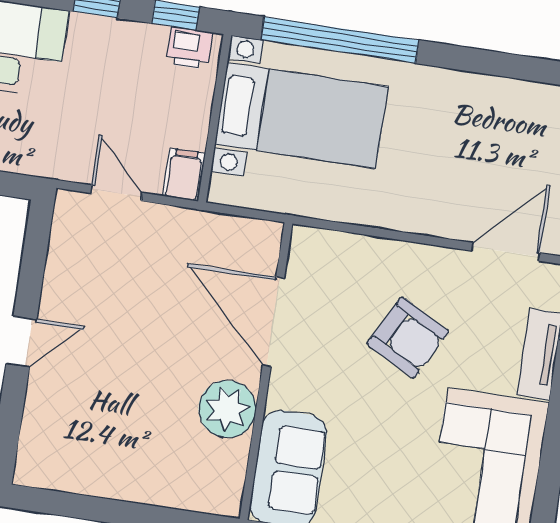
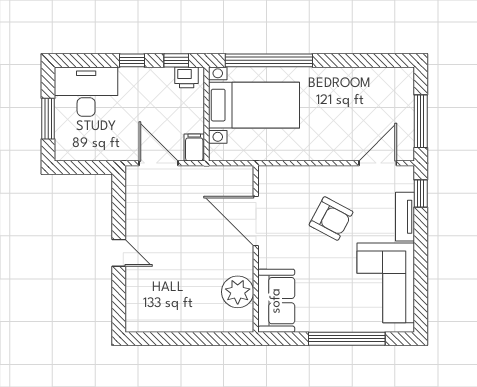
door: (116, 193) -> (159, 163), width x1.38
door: (21, 342) -> (119, 253), hinge flipped
plant: (227, 409) -> (238, 292), moved

